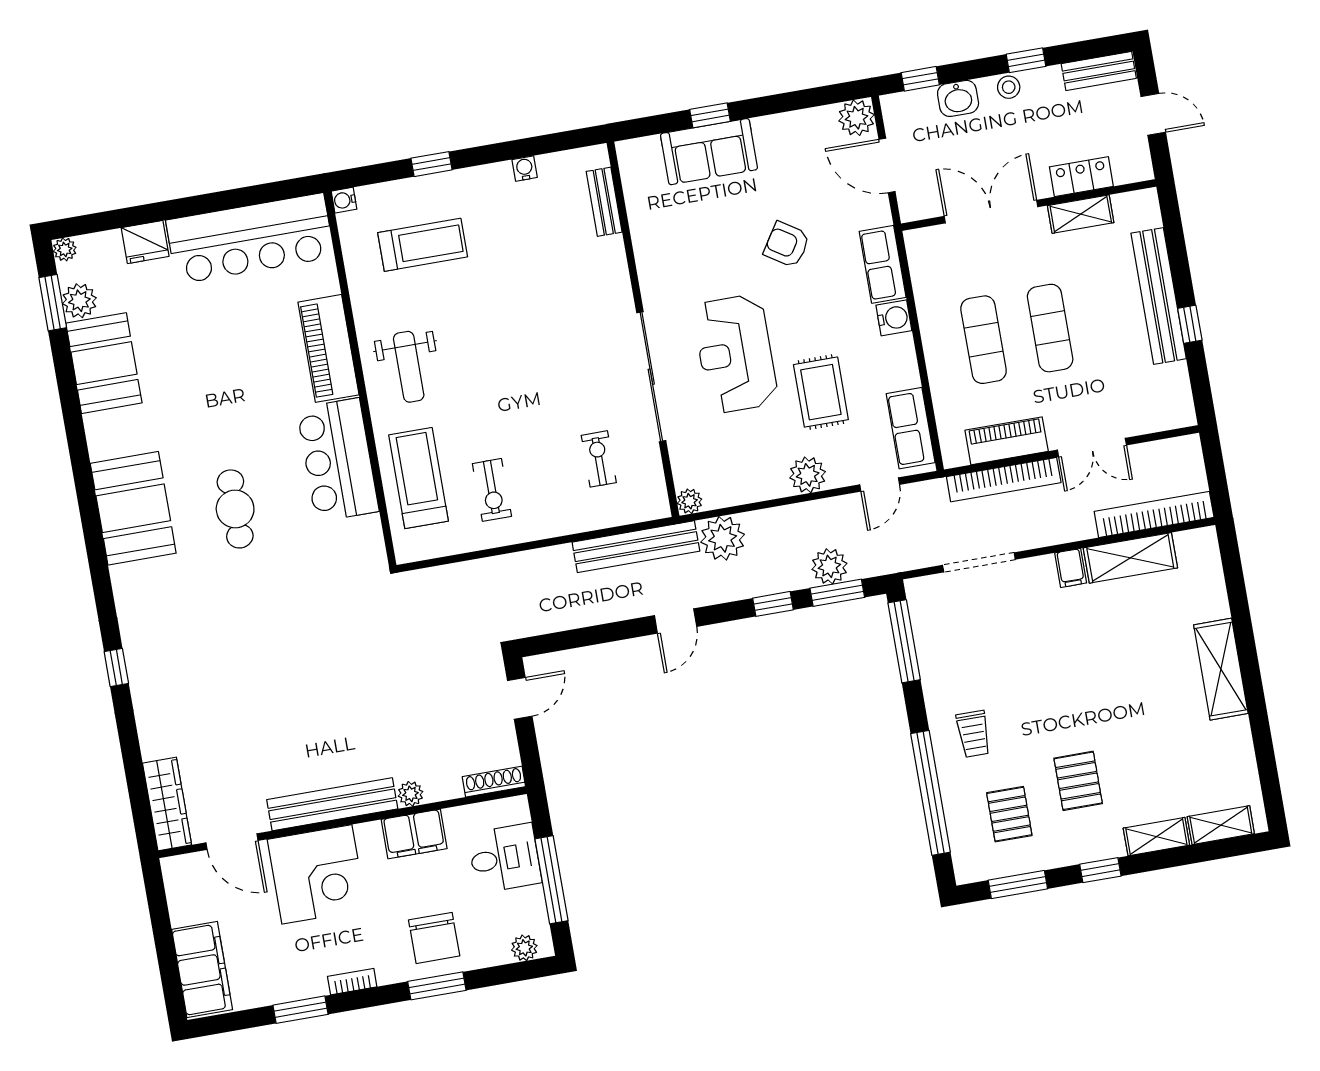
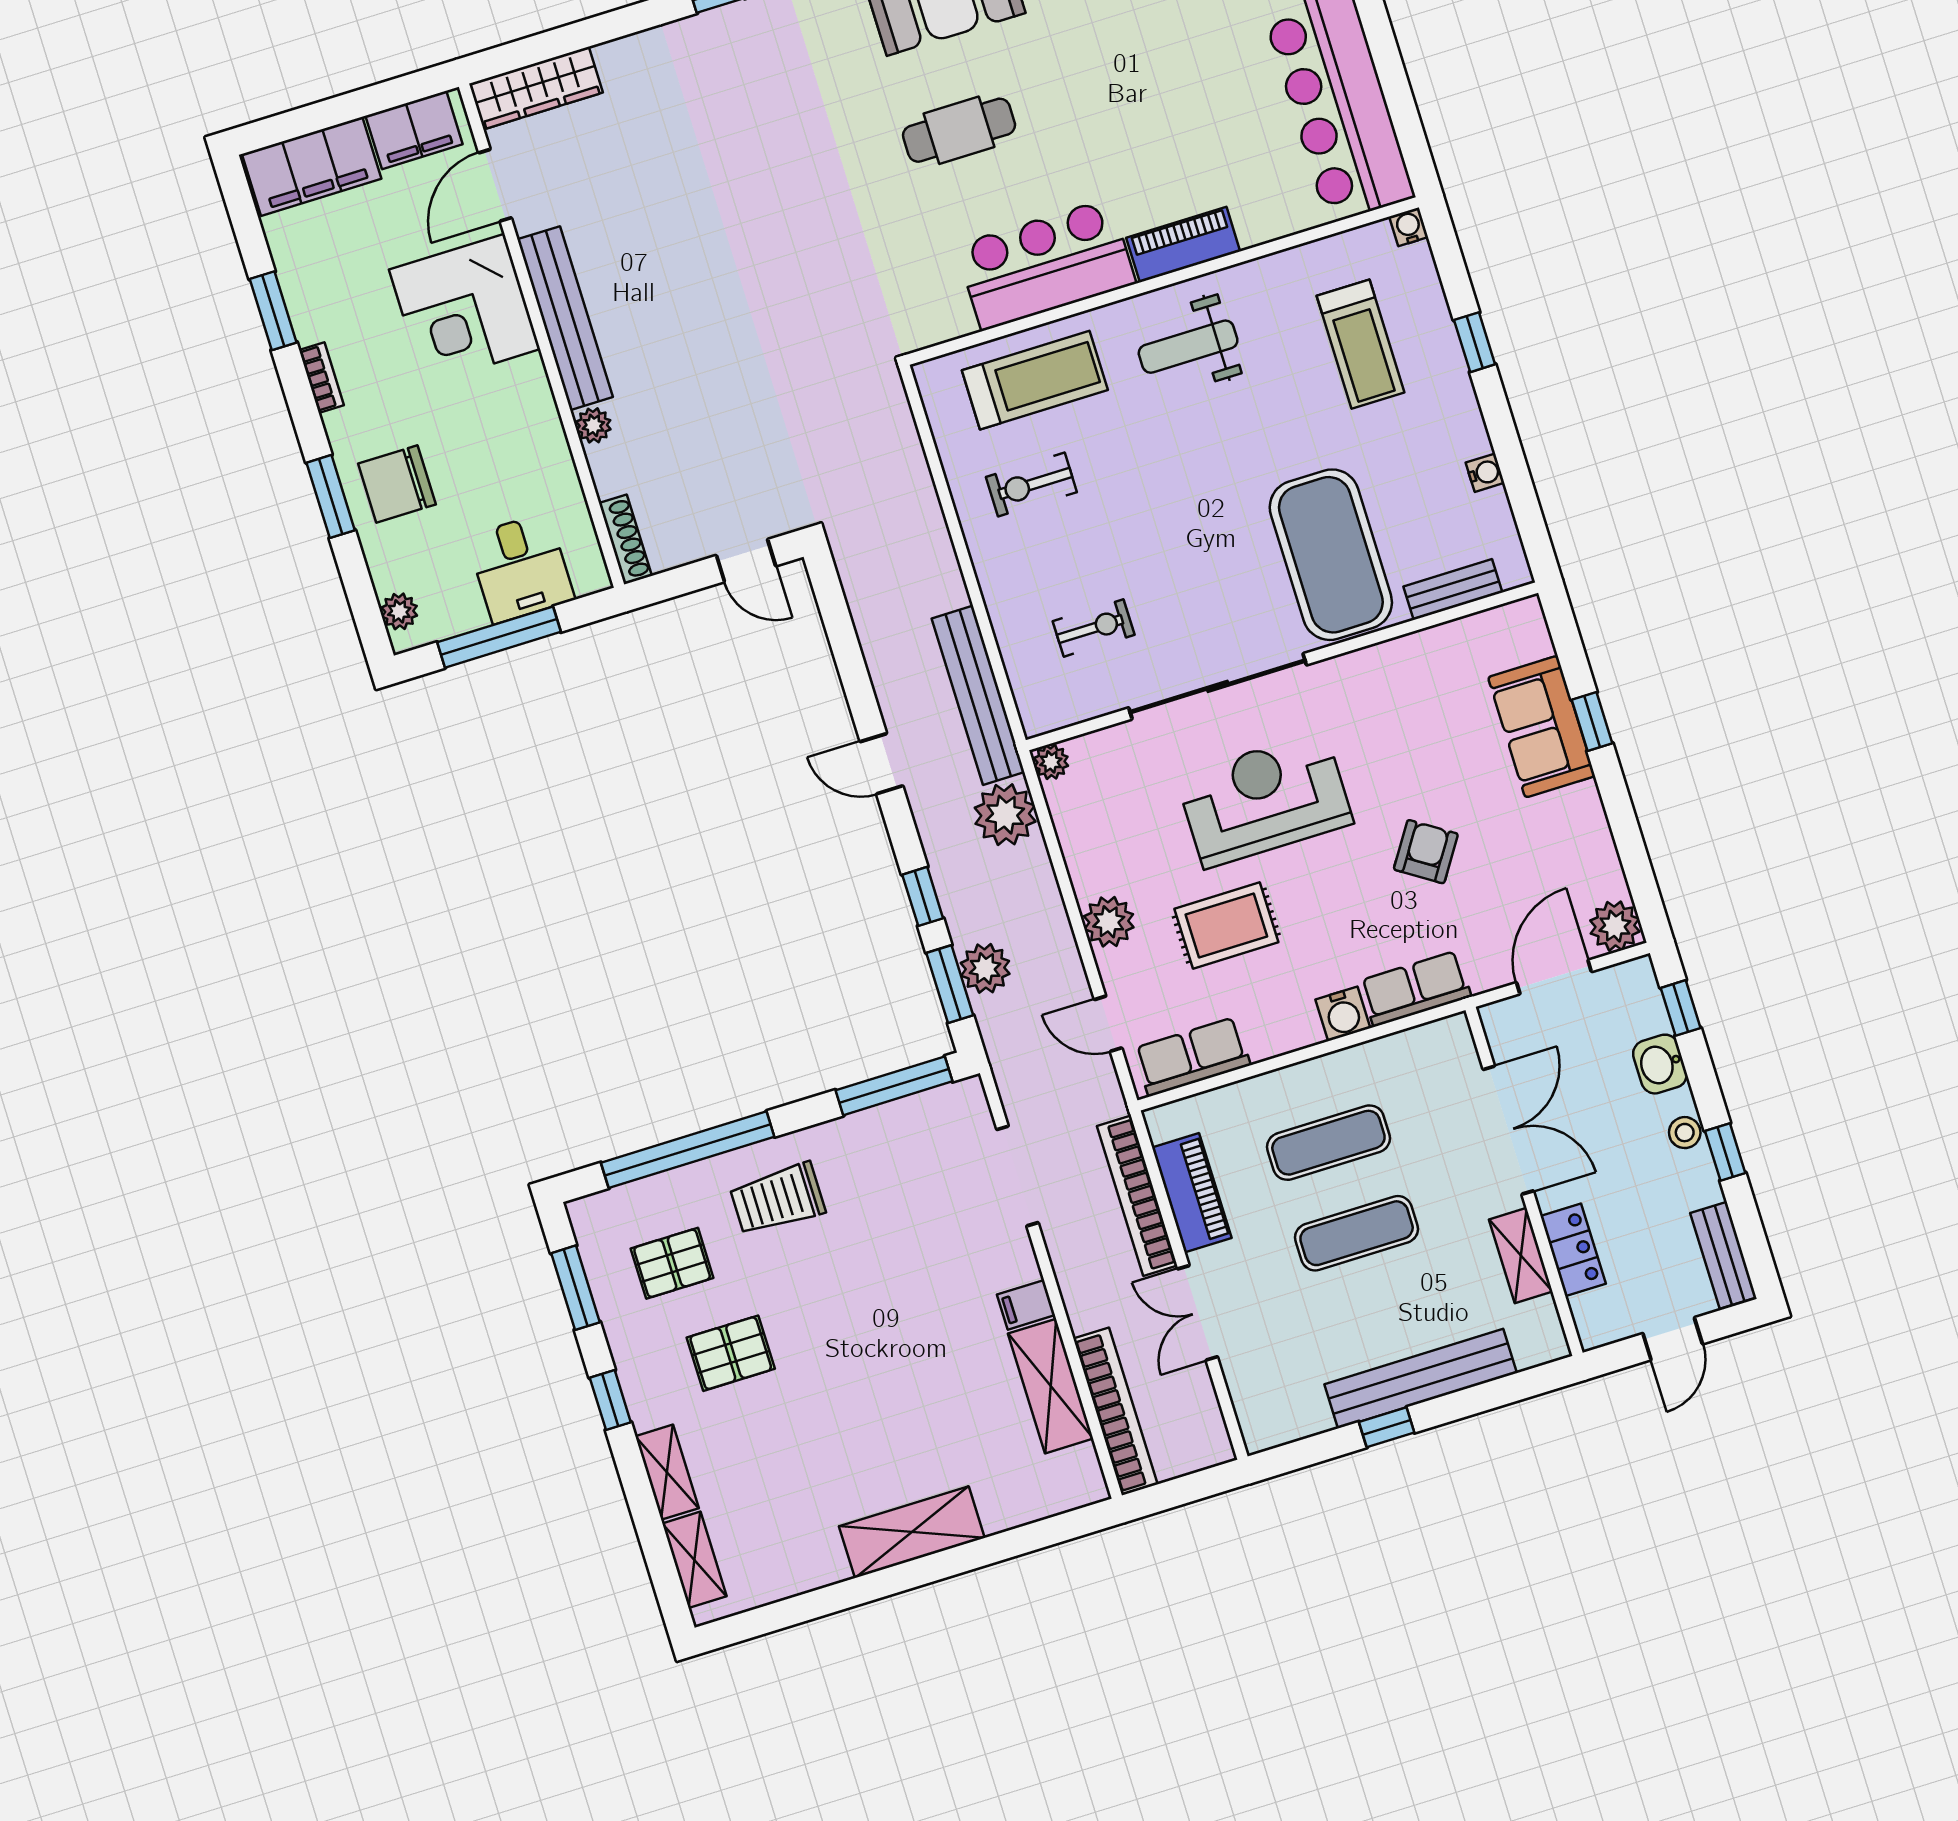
exercise mat: (569, 285) -> (1331, 555), added
piano: (328, 348) -> (1183, 245), width x0.73, depth x0.75
trolley: (974, 734) -> (778, 1199), width x1.36, depth x1.39
filing cabinet: (414, 834) -> (414, 130), moved, turned -90

